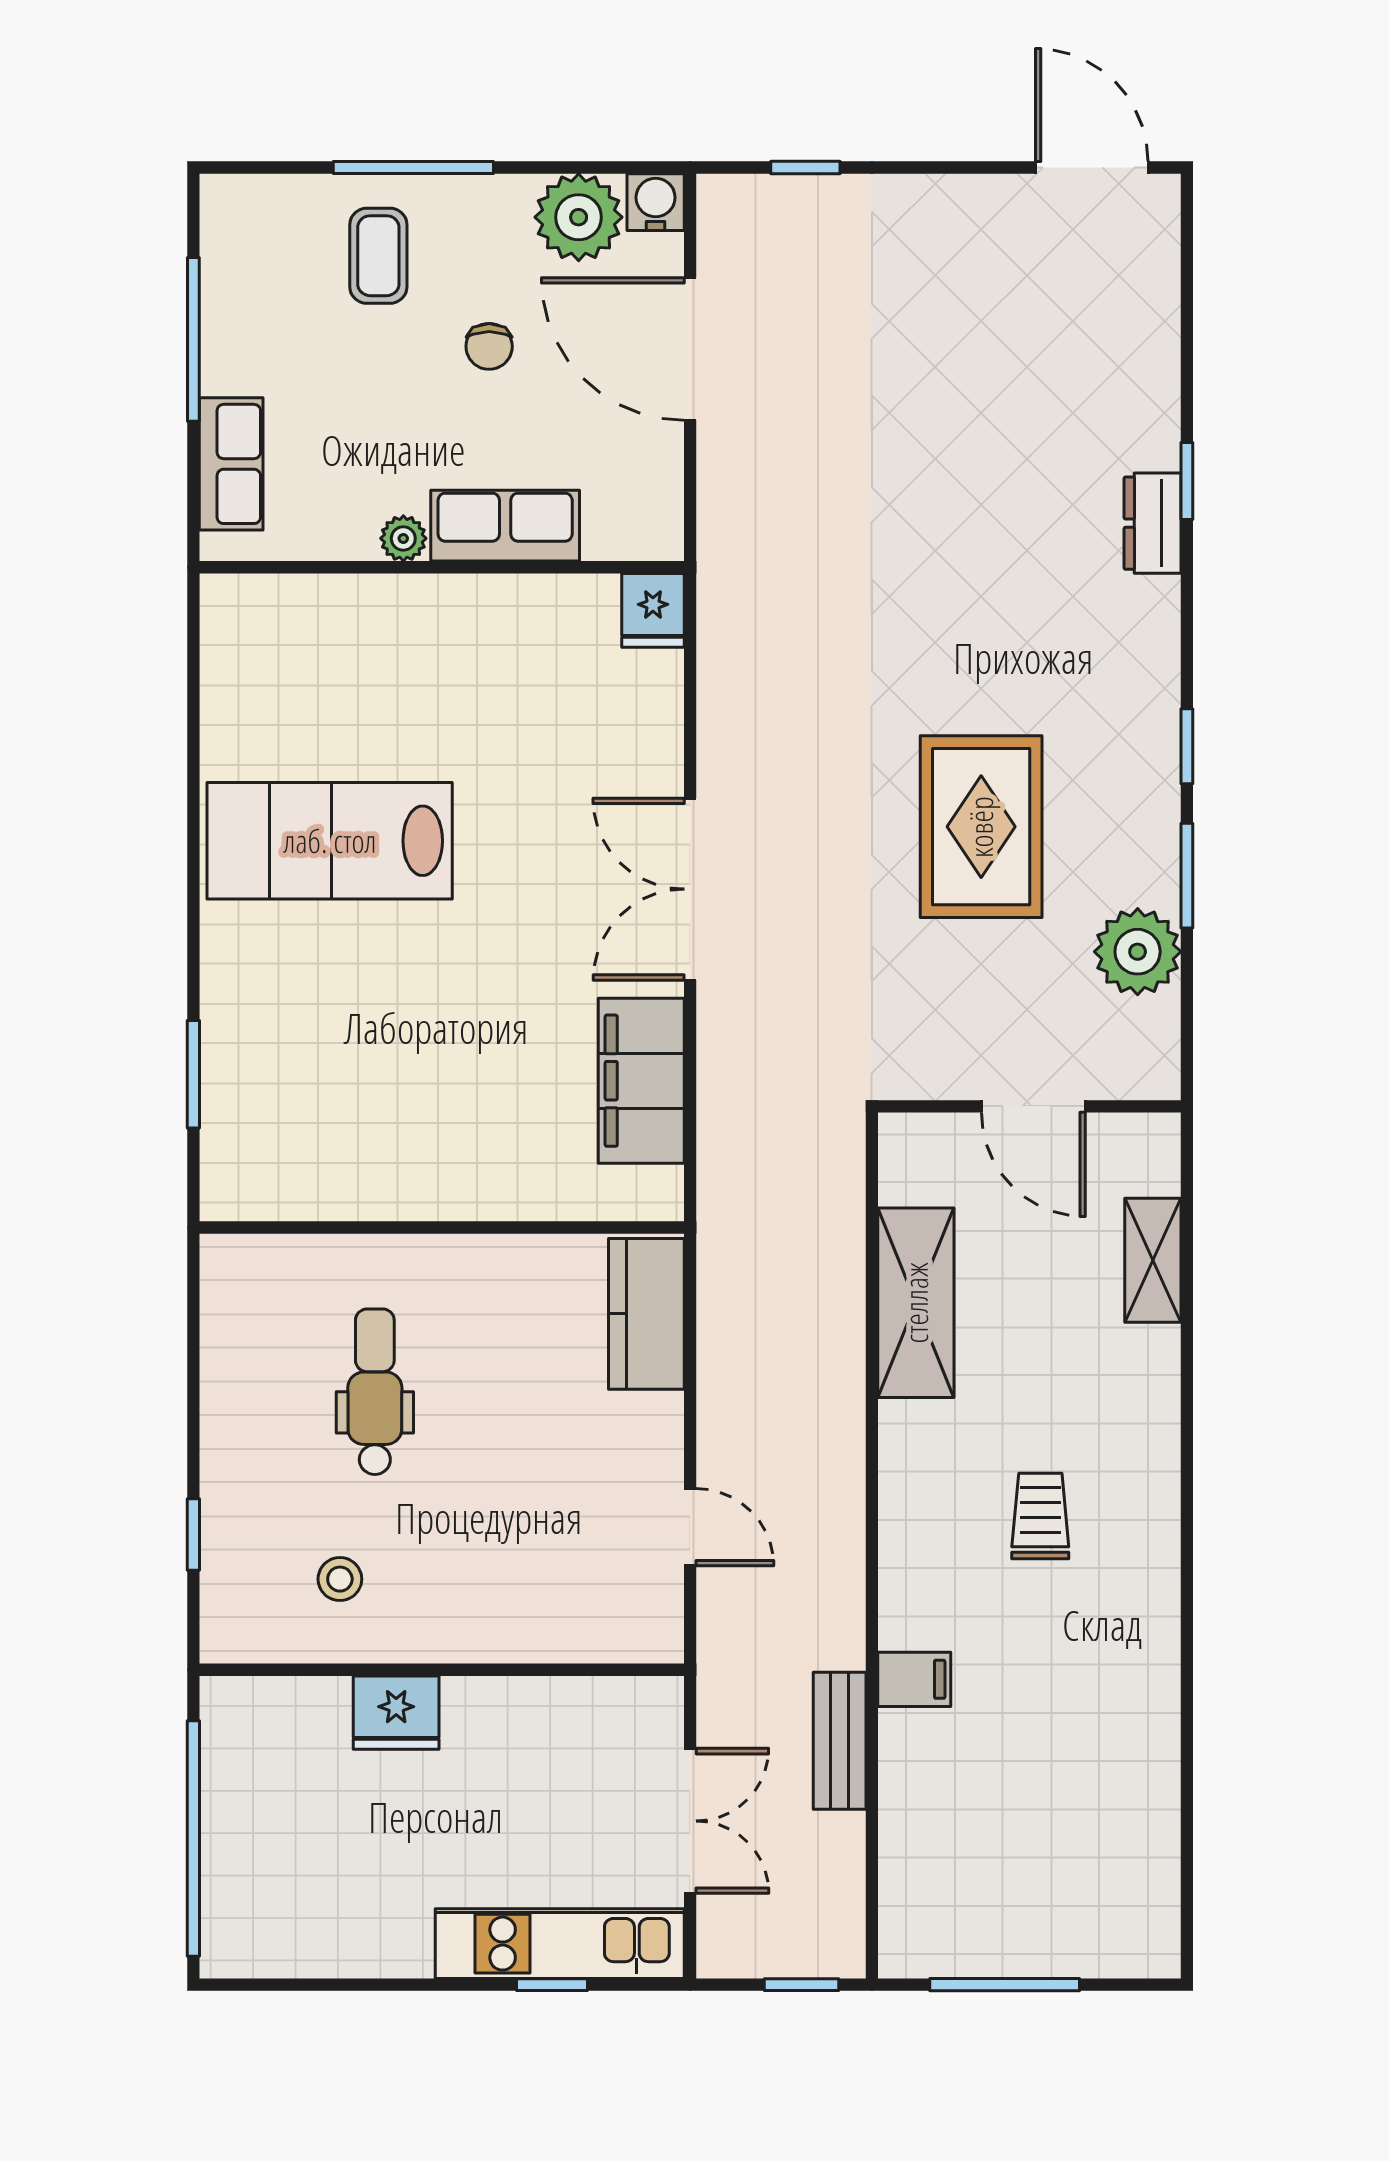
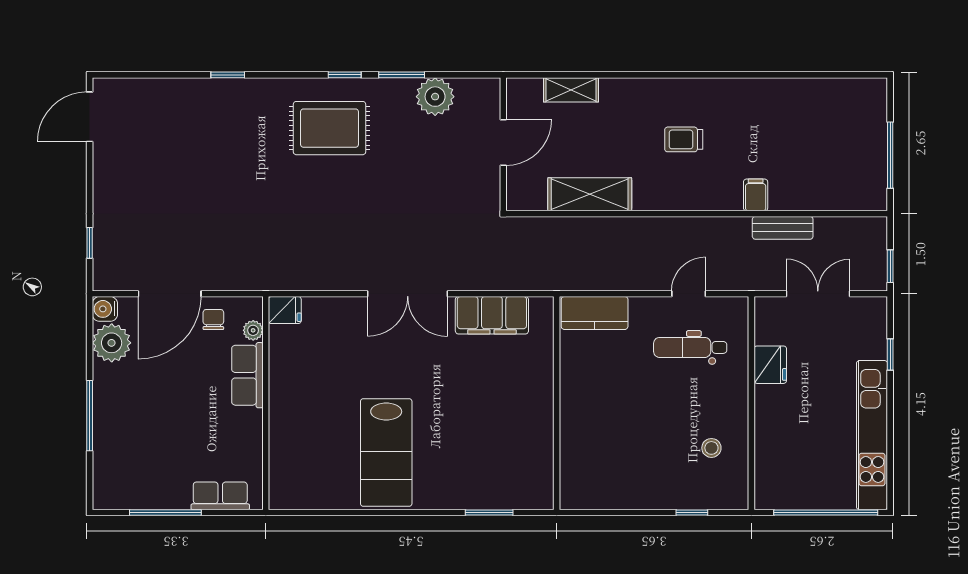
coffee table: (378, 256) -> (129, 431), removed
chair: (489, 346) -> (213, 320), moved, turned -90
dresser: (1152, 523) -> (246, 90), removed
plant: (403, 538) -> (253, 330), moved
rug: (981, 827) -> (329, 128), moved
dental chair: (375, 1392) -> (690, 347), moved
fridge: (396, 1713) -> (770, 365), moved
kitchen unit: (560, 1944) -> (872, 435), moved, width x1.36
window: (801, 1985) -> (890, 266), moved

